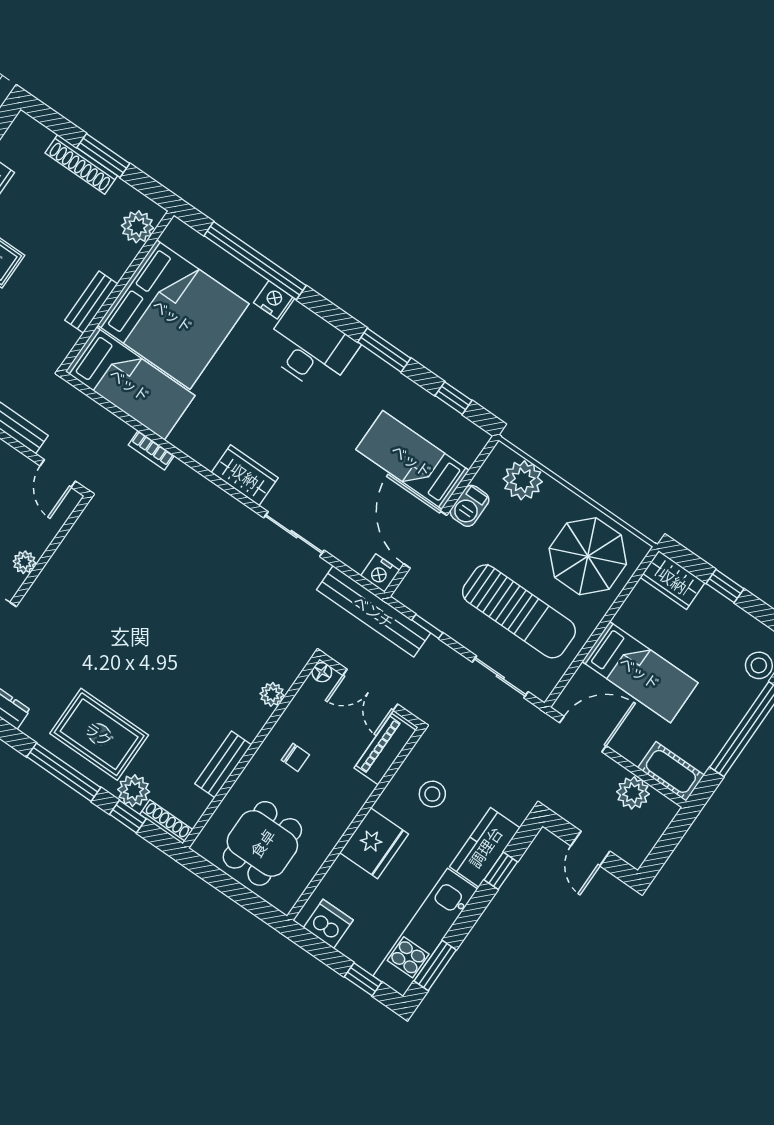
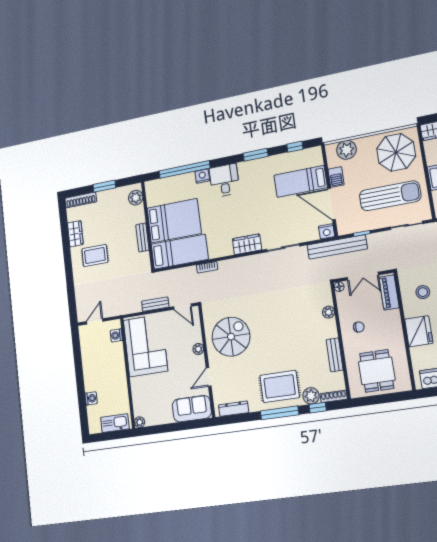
shoe rack: (81, 164) -> (81, 200), moved
bed: (173, 315) -> (174, 221), width x0.73
desk: (310, 348) -> (224, 180), width x0.73
spiral stairs: (92, 592) -> (231, 337), added

